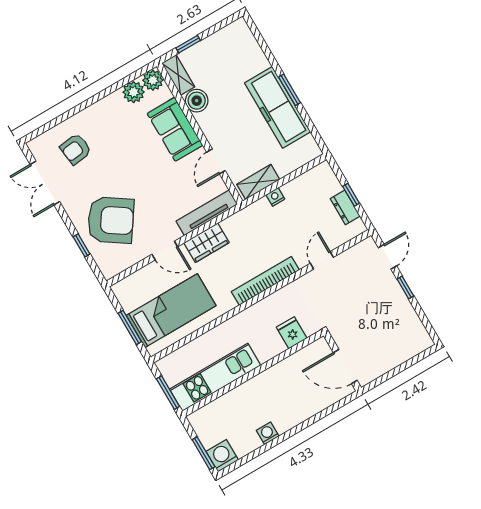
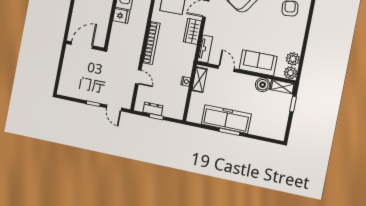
tv unit: (207, 213) -> (205, 49), width x0.71
fridge: (292, 333) -> (121, 16), moved

